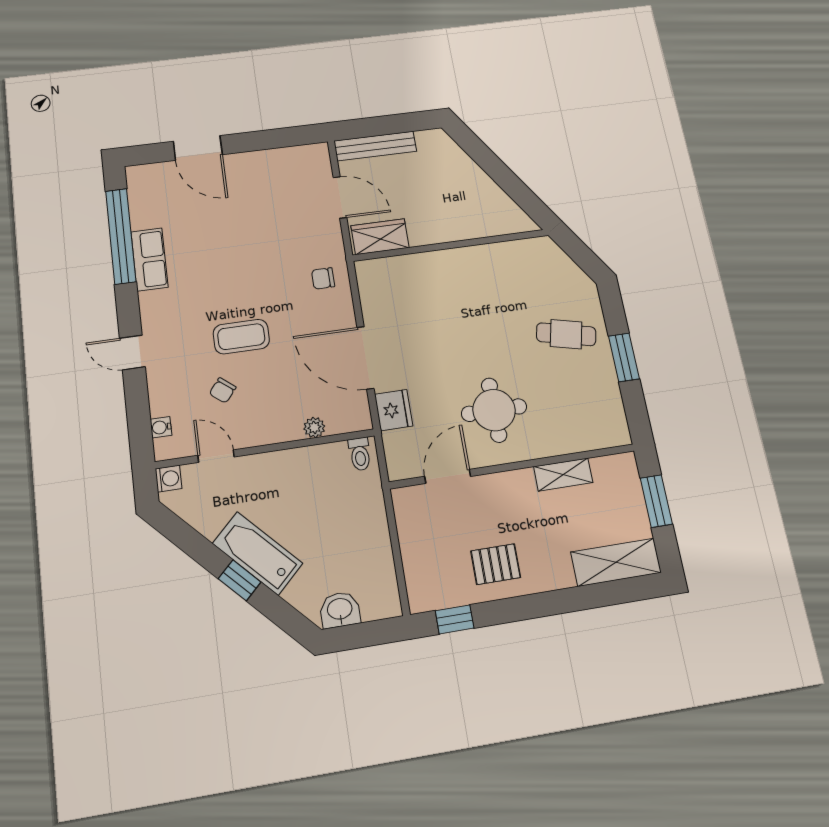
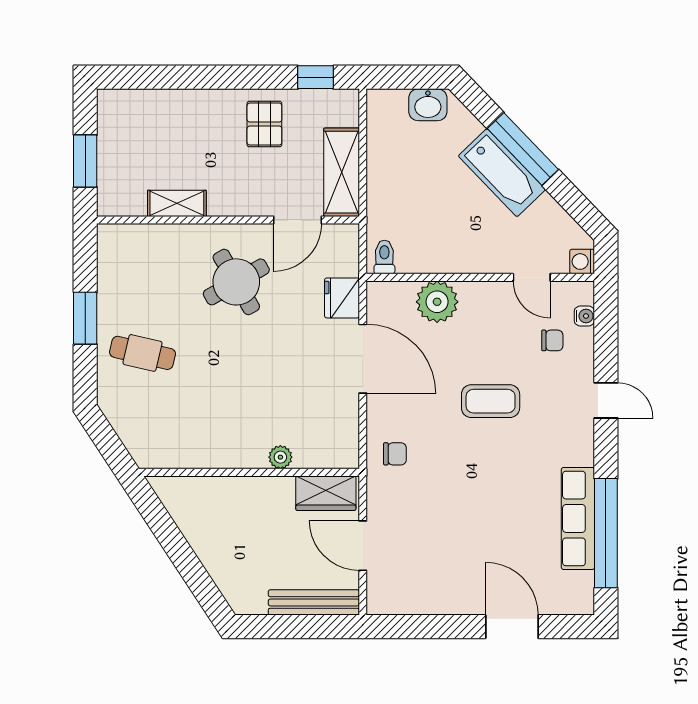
row of seats: (149, 259) -> (578, 518), width x1.48
plant: (426, 262) -> (280, 457), added
chair: (223, 390) -> (552, 340), moved, turned 51
round table: (494, 410) -> (236, 282), turned -30
plant: (314, 427) -> (437, 302), width x1.88, depth x1.88
shelving: (616, 562) -> (342, 172), moved, turned 90
pallet: (496, 564) -> (264, 124), turned 90
window: (240, 580) -> (523, 149), width x2.17

